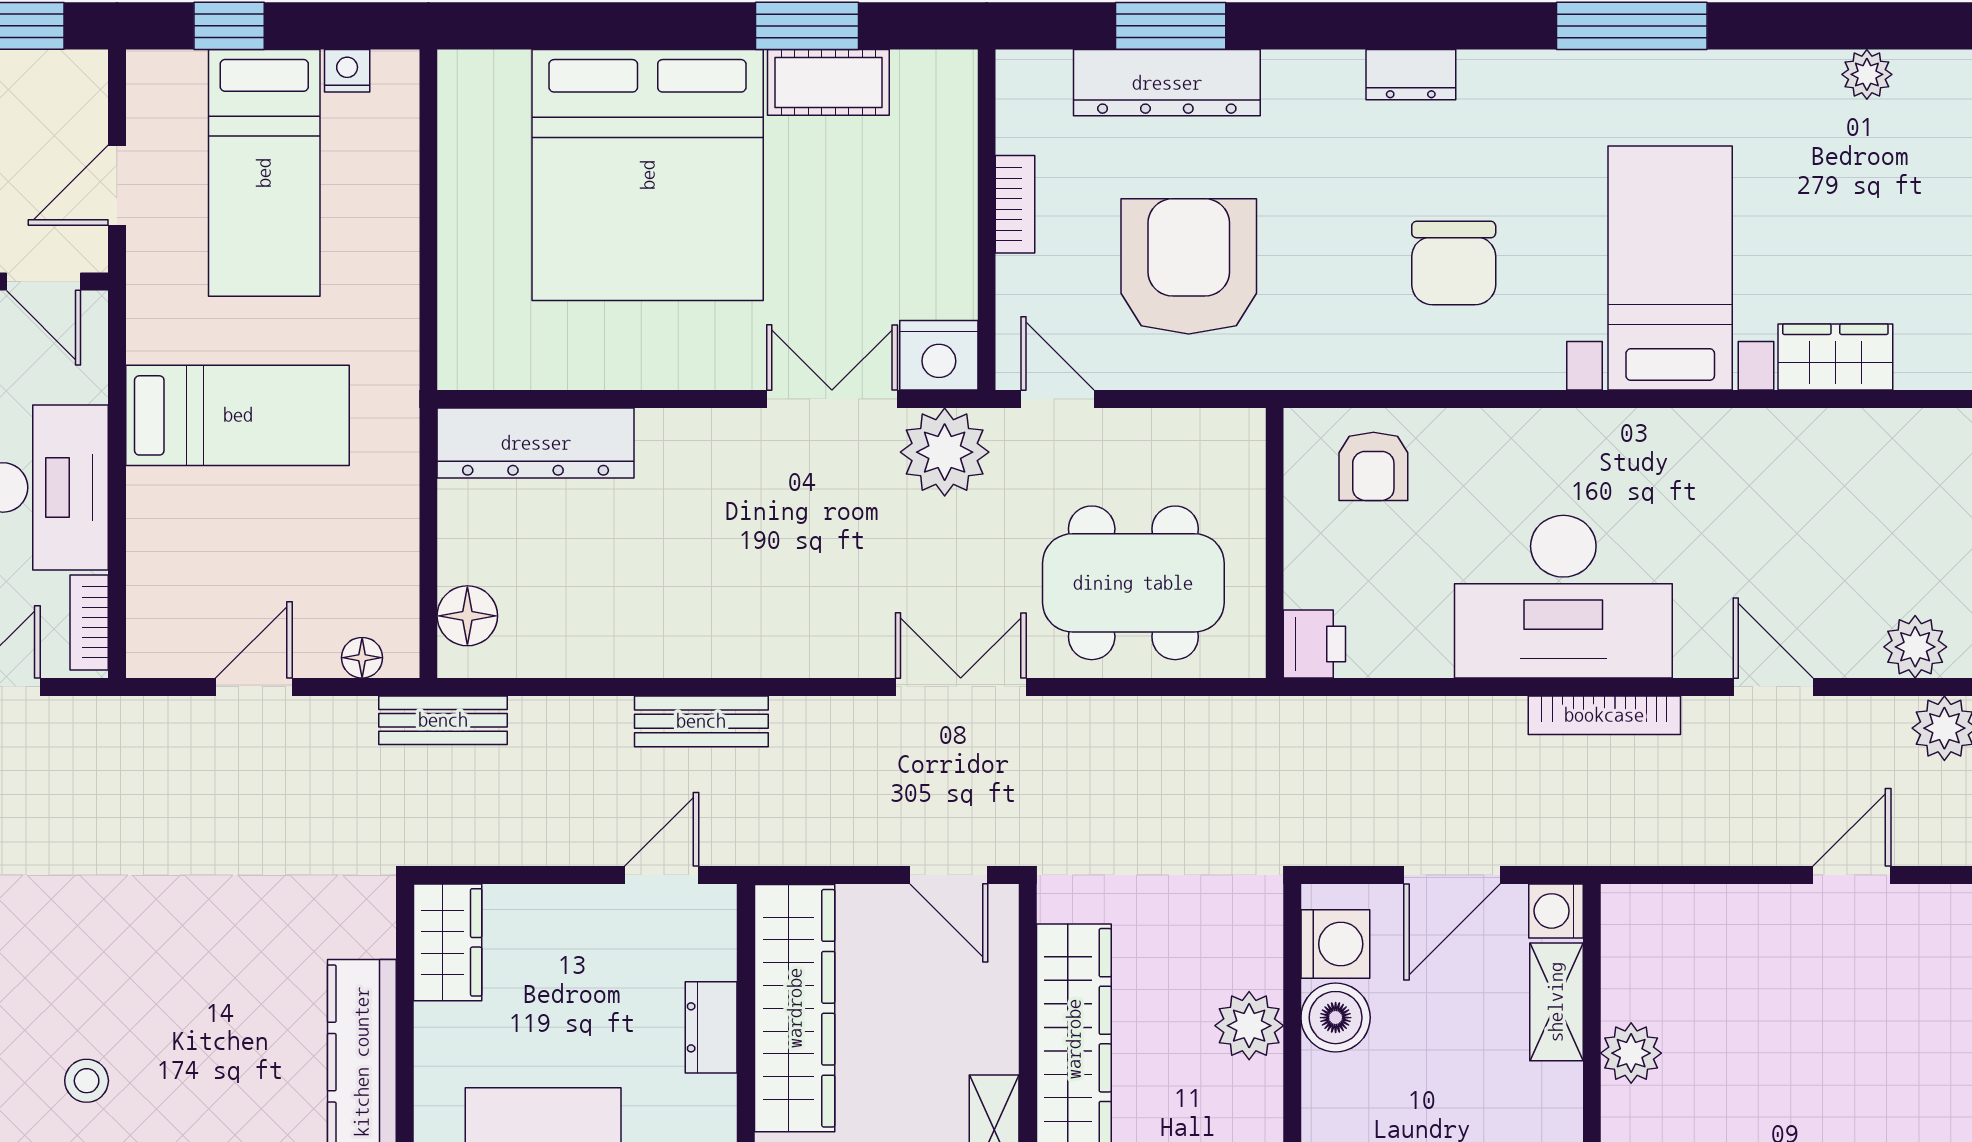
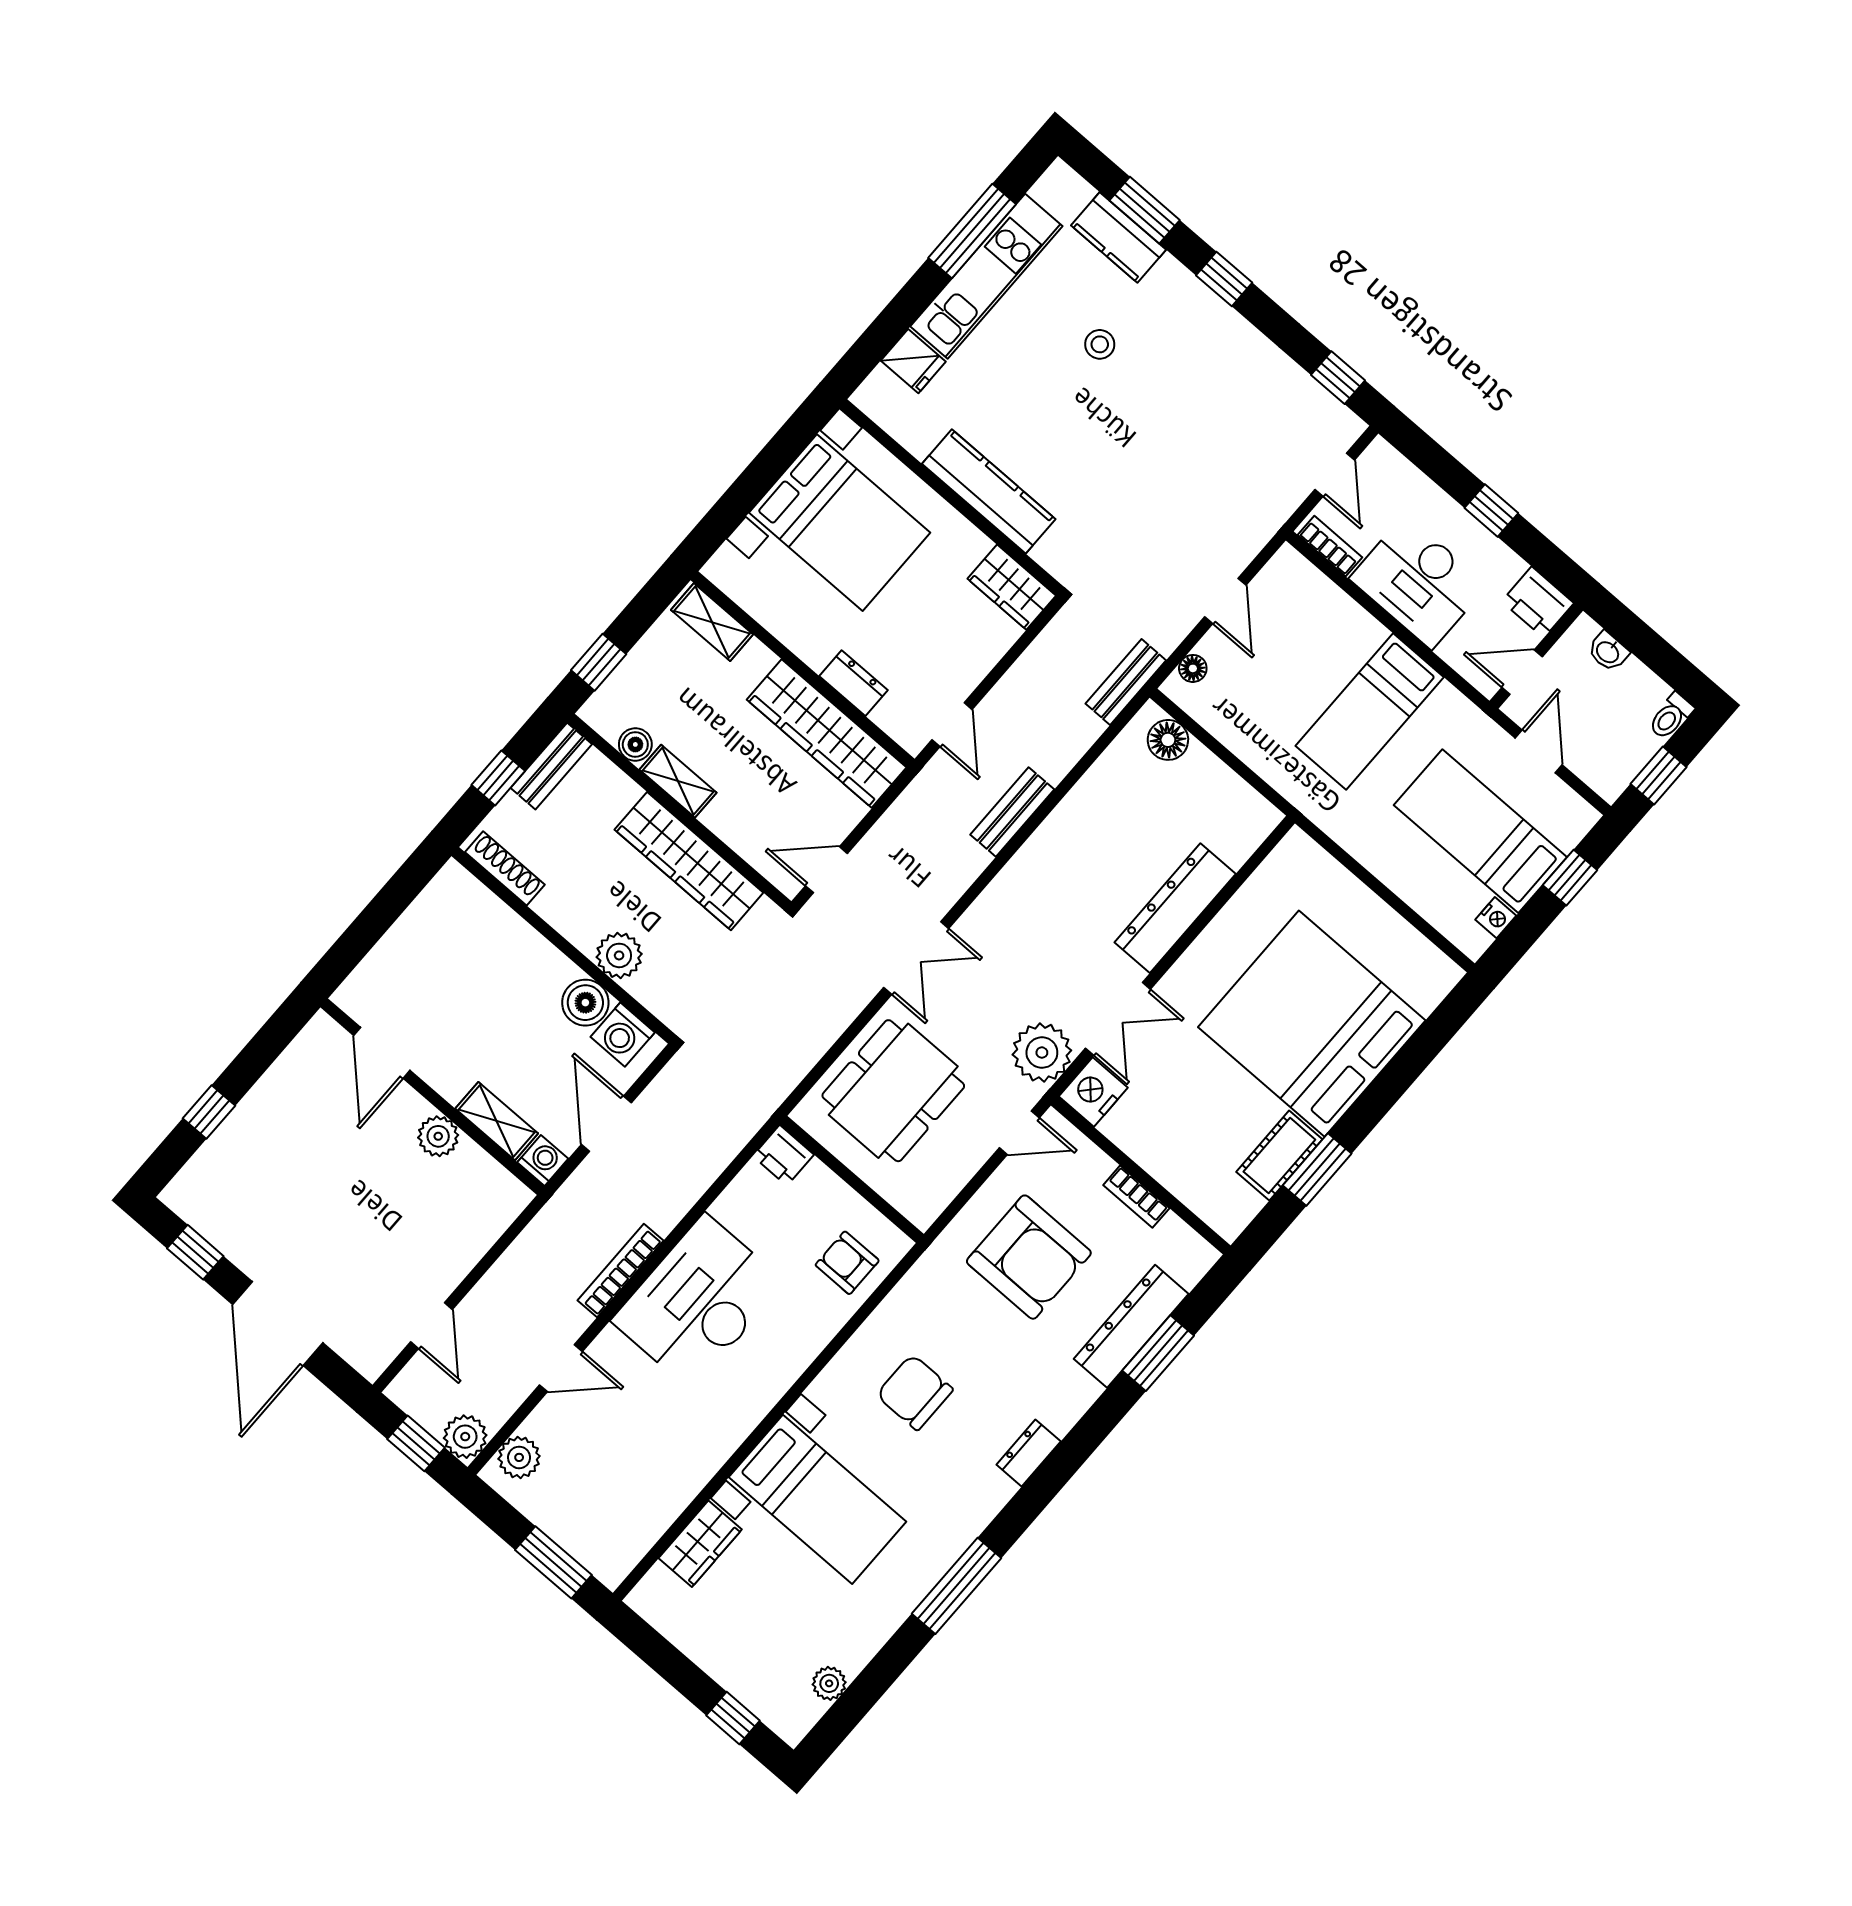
dresser: (536, 443) -> (1175, 908), moved

